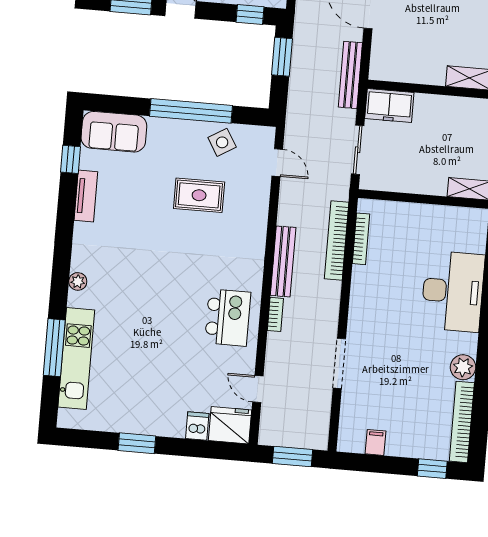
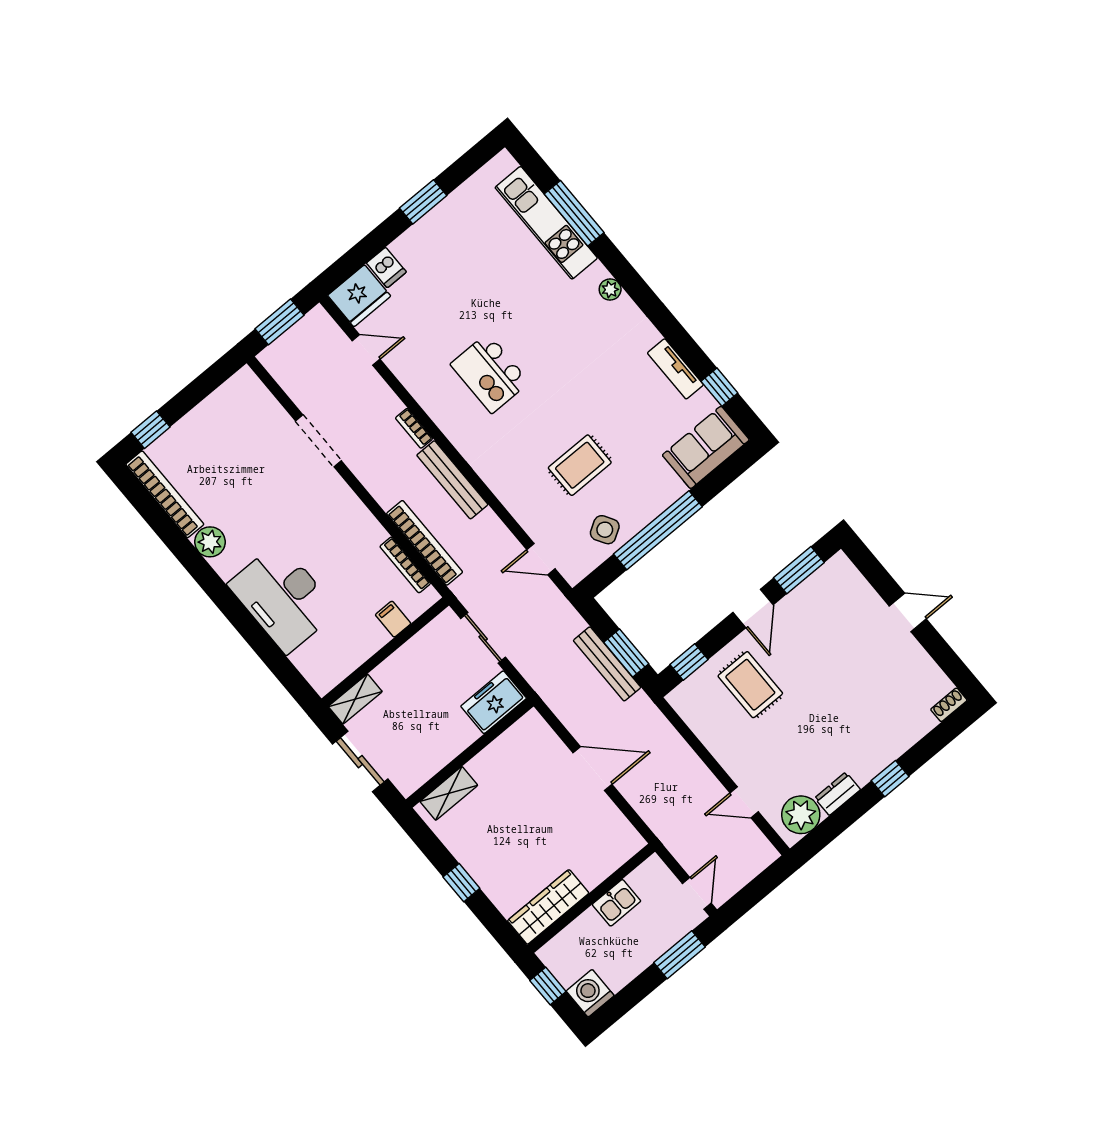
bench: (350, 75) -> (607, 664), moved
kitchen island: (228, 318) -> (490, 373), moved
filing cabinet: (376, 442) -> (393, 619), moved, turned 180

